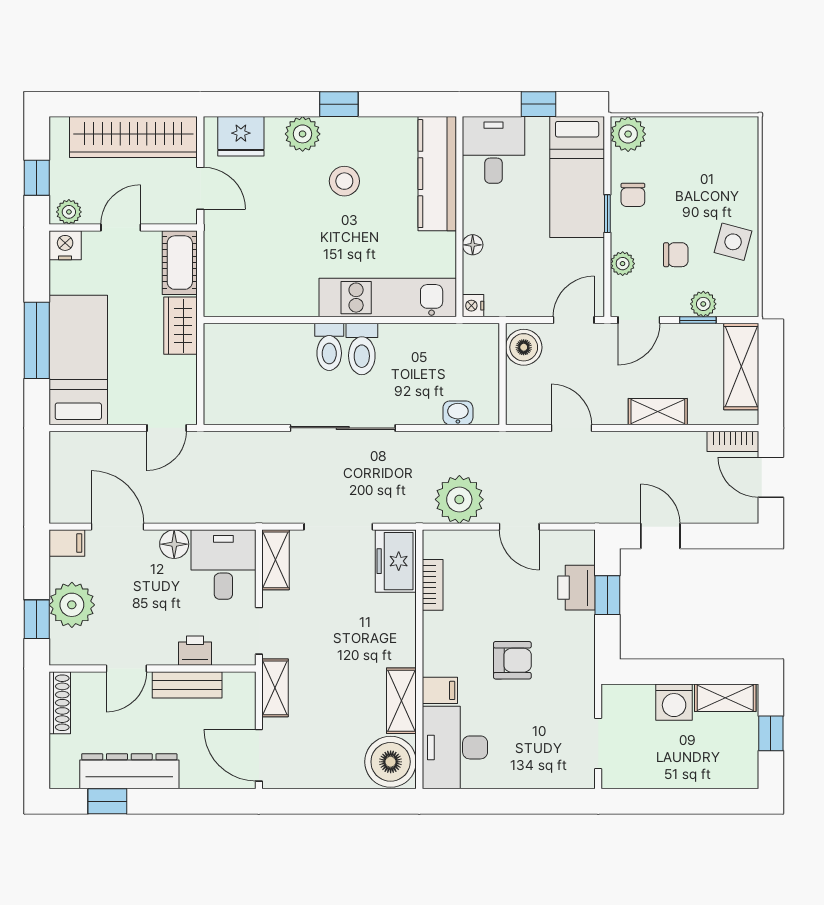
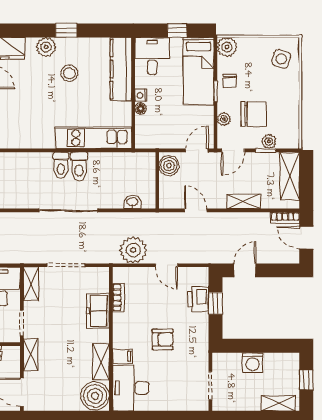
side table: (733, 242) -> (281, 59), moved
chair: (676, 255) -> (254, 114), width x1.87, depth x1.87
nightstand: (473, 306) -> (141, 95), moved
door: (660, 536) -> (245, 270), hinge flipped
freezer: (396, 561) -> (98, 311), moved
shelving: (725, 698) -> (278, 403), moved

